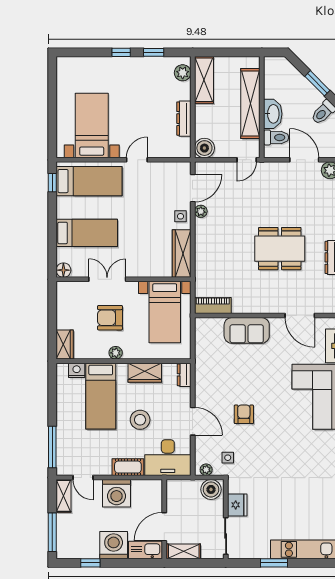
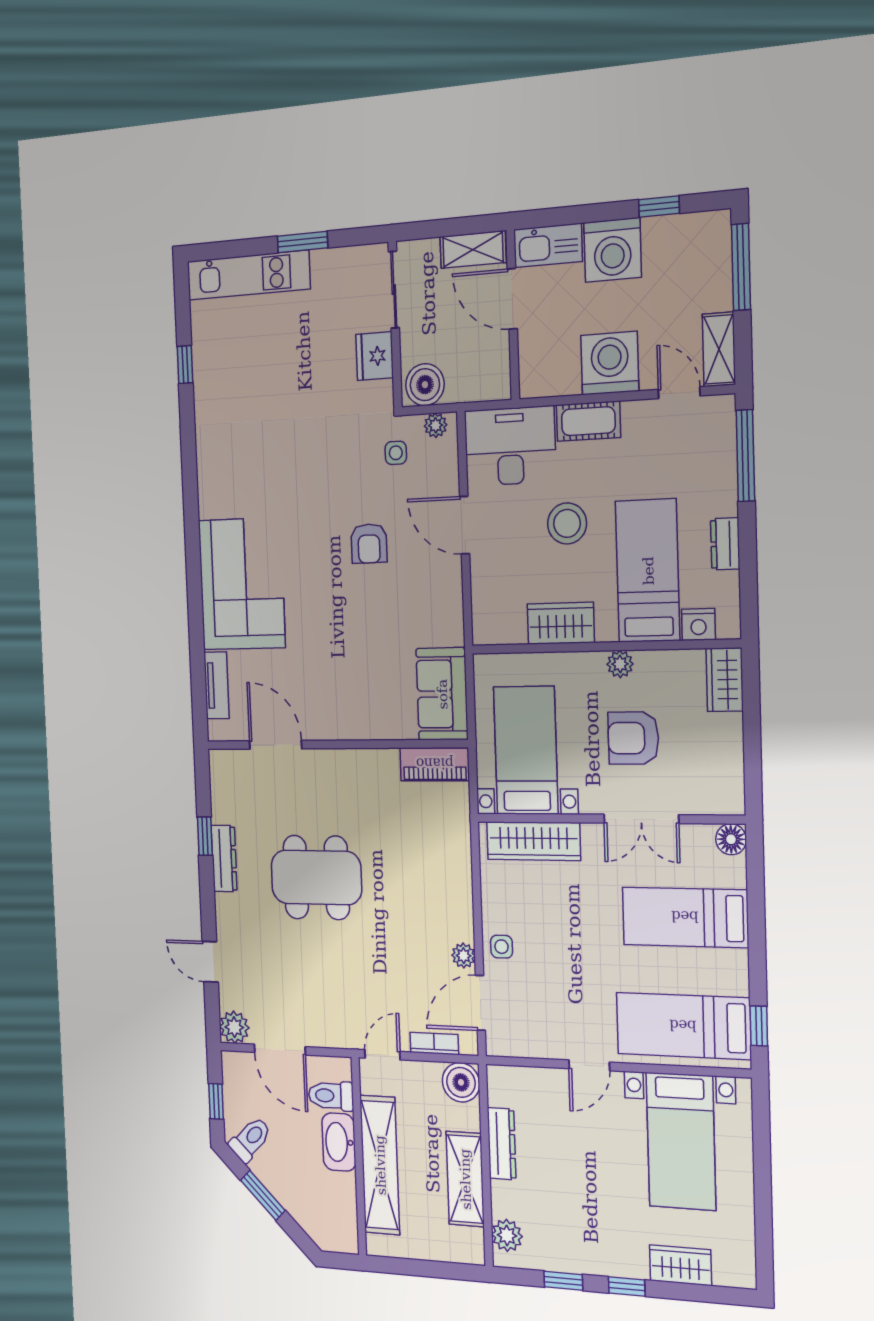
wardrobe: (94, 65) -> (680, 1265), added
shelving: (204, 80) -> (465, 1179), moved
bookcase: (218, 167) -> (434, 1043), added
wardrobe: (182, 254) -> (533, 841), moved, turned 90
armchair: (110, 318) -> (633, 738), turned 180
sofa: (247, 330) -> (442, 694), moved, turned -90
dresser: (184, 375) -> (725, 544), moved, turned 180
door: (164, 527) -> (512, 299), swing flipped

